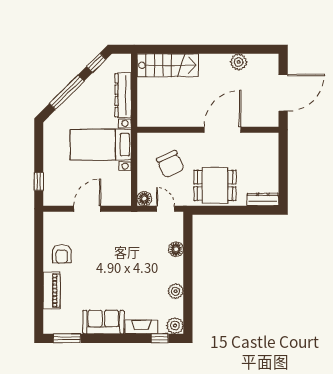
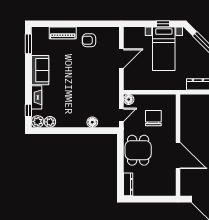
bed with nightstands: (101, 145) -> (164, 49), moved, turned 180
chair: (170, 164) -> (153, 118), turned 114
window: (39, 182) -> (163, 24), moved
door: (87, 209) -> (121, 58), hinge flipped
plant: (176, 291) -> (50, 122), moved

